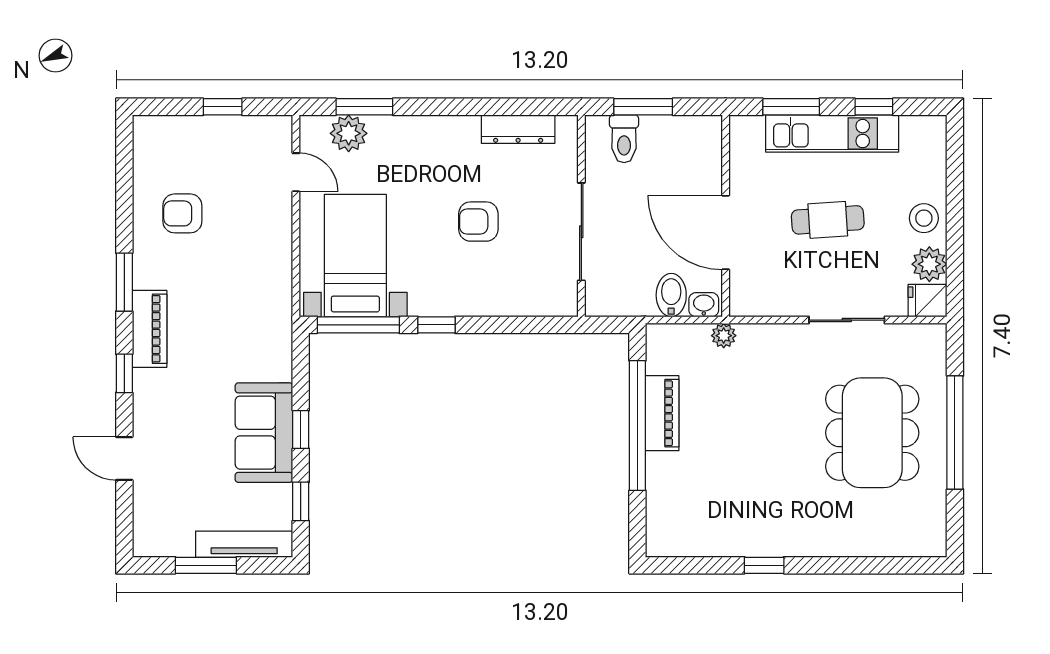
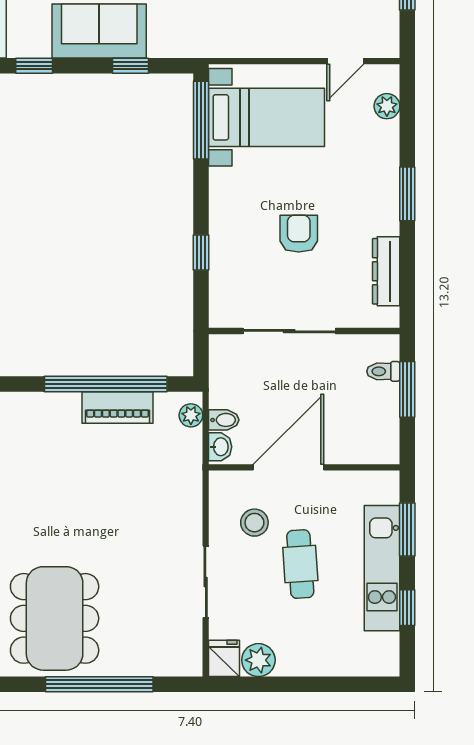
window: (364, 107) -> (407, 194), moved
plant: (349, 133) -> (387, 106), width x0.73, depth x0.73
toilet: (624, 139) -> (383, 371), width x0.73, depth x0.72
stool: (924, 218) -> (254, 523), moved
bidet: (671, 295) -> (224, 420), width x0.72, depth x0.74
window: (436, 325) -> (201, 252), moved
plant: (724, 336) -> (191, 415), moved
window: (301, 430) -> (130, 66), moved
dining table: (872, 433) -> (55, 618), moved, turned 90

